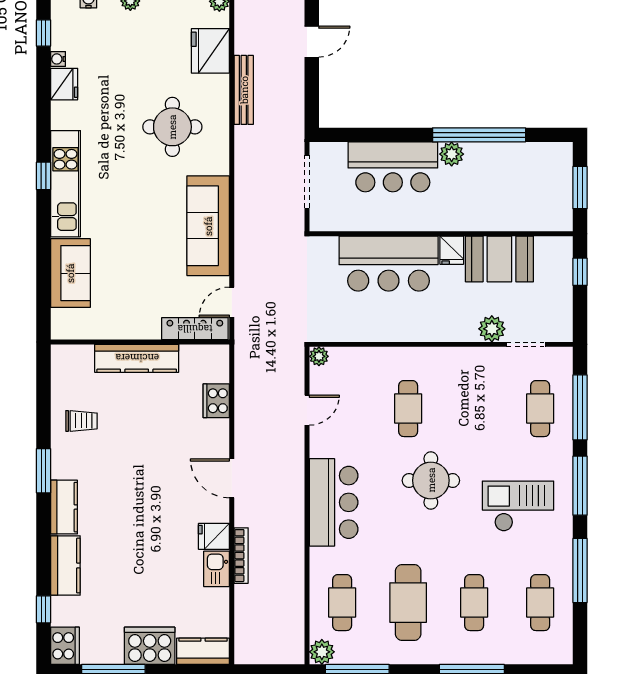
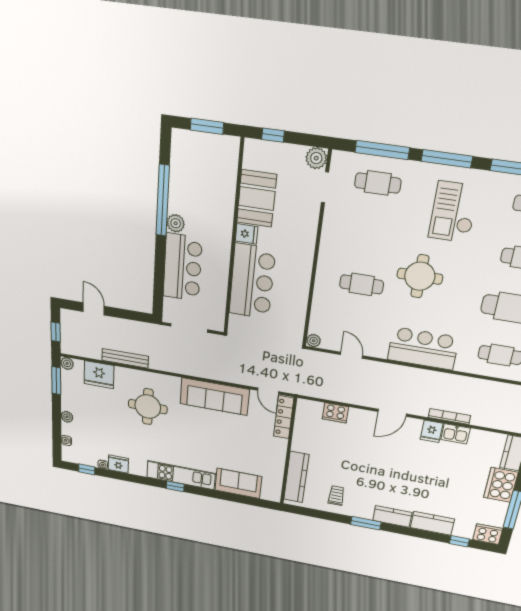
plant: (492, 329) -> (316, 158), moved
kitchen counter: (137, 358) -> (296, 477), moved

